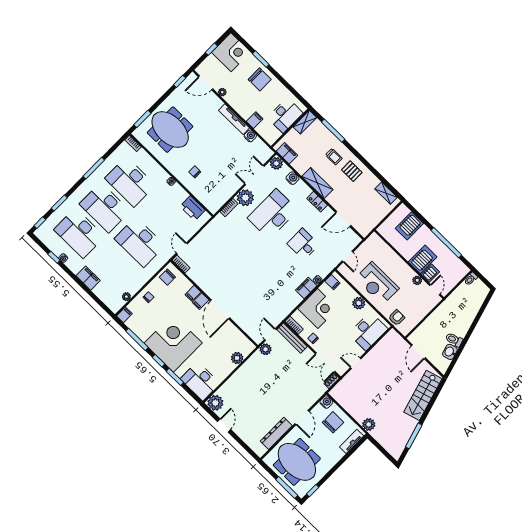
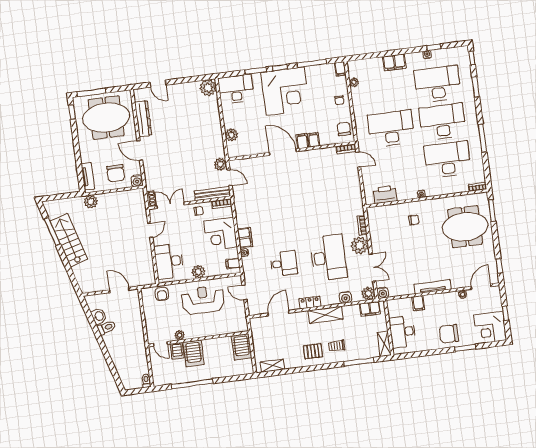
water cooler: (250, 136) -> (383, 293), moved
server rack: (409, 226) -> (242, 347), moved, turned 180
stairs: (423, 395) -> (69, 240), moved
door: (224, 426) -> (158, 84), moved

